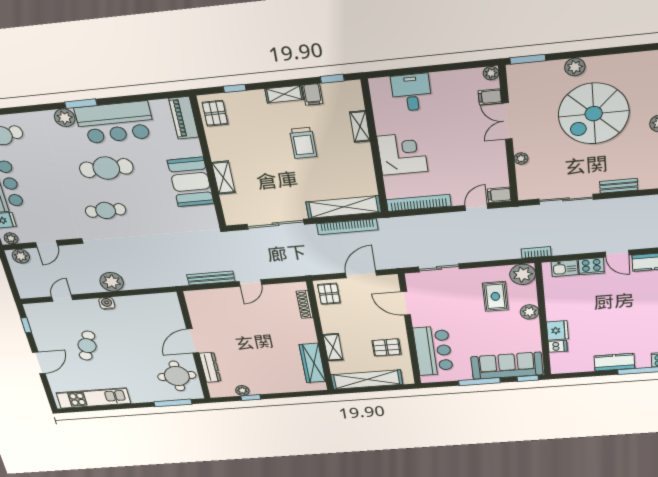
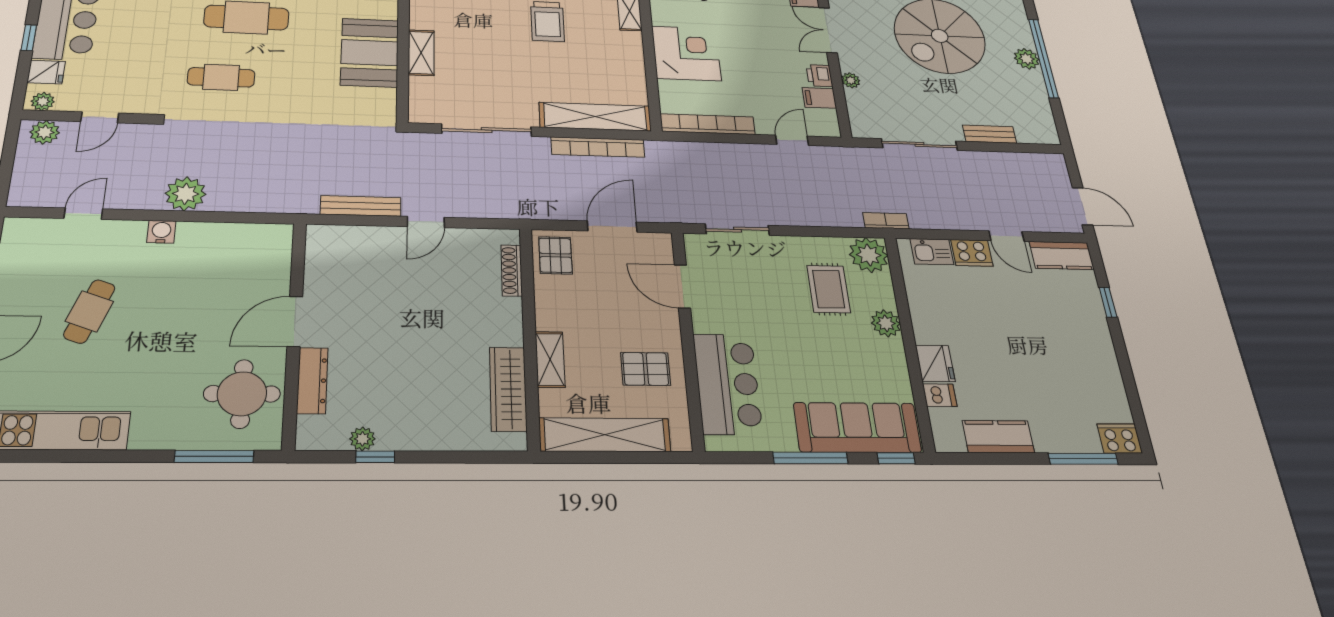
printer: (498, 158) -> (819, 76), added
filing cabinet: (499, 195) -> (819, 98), moved
kitchen counter: (614, 362) -> (998, 437), moved

